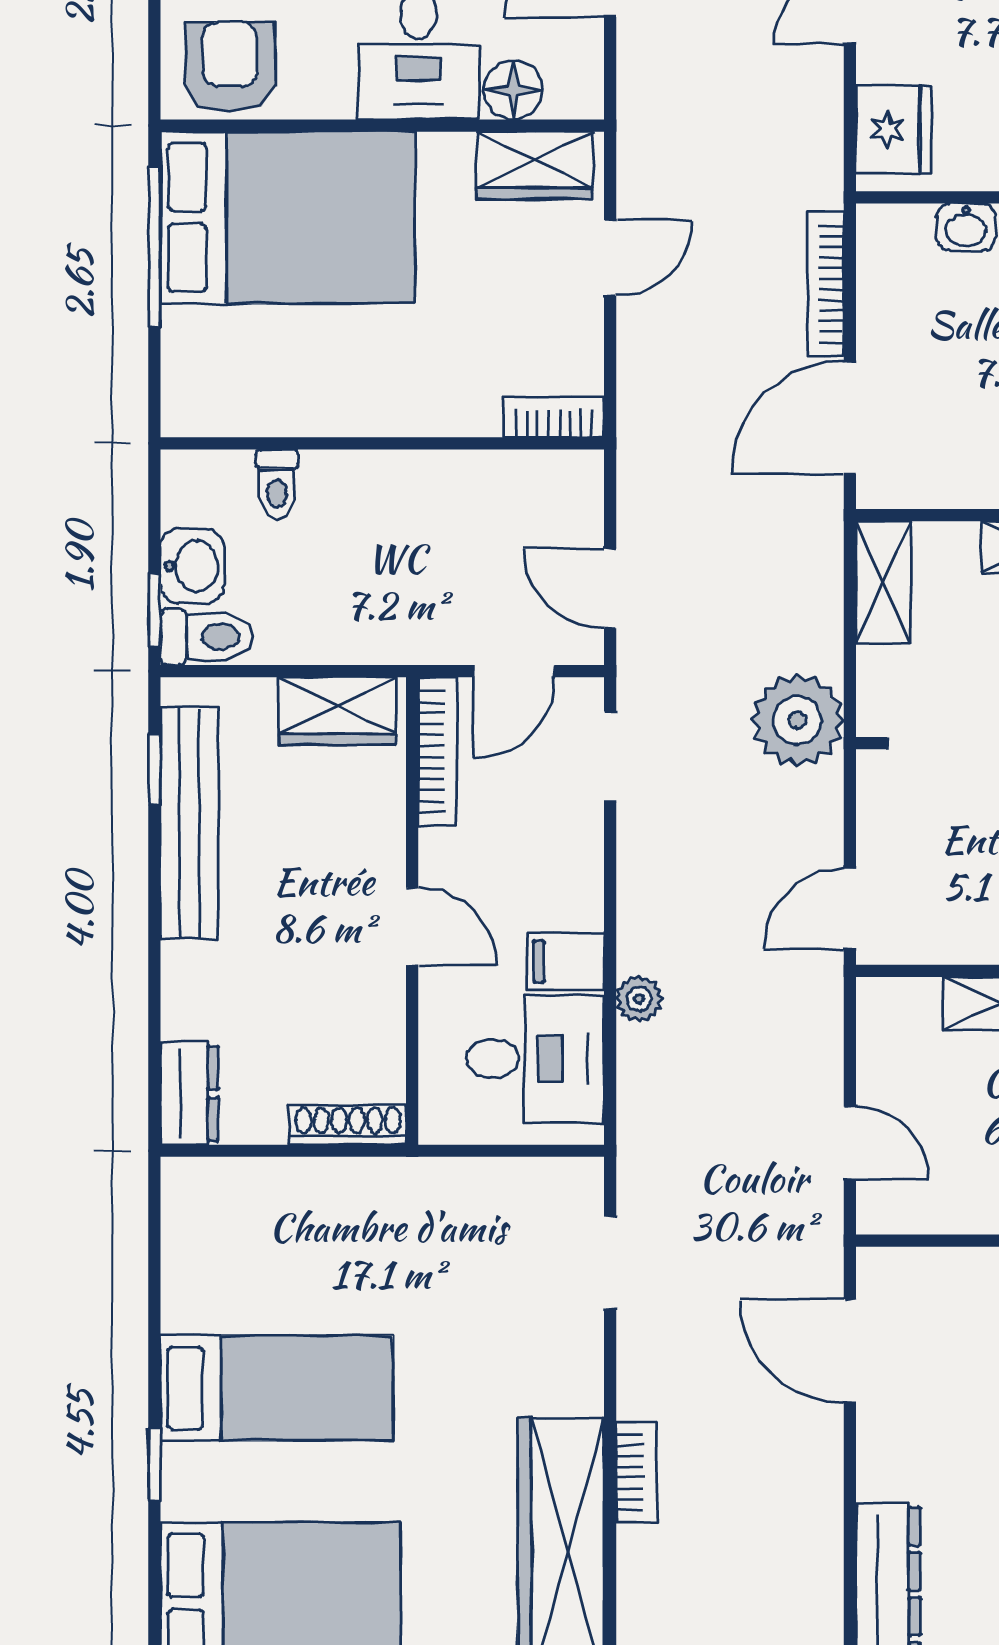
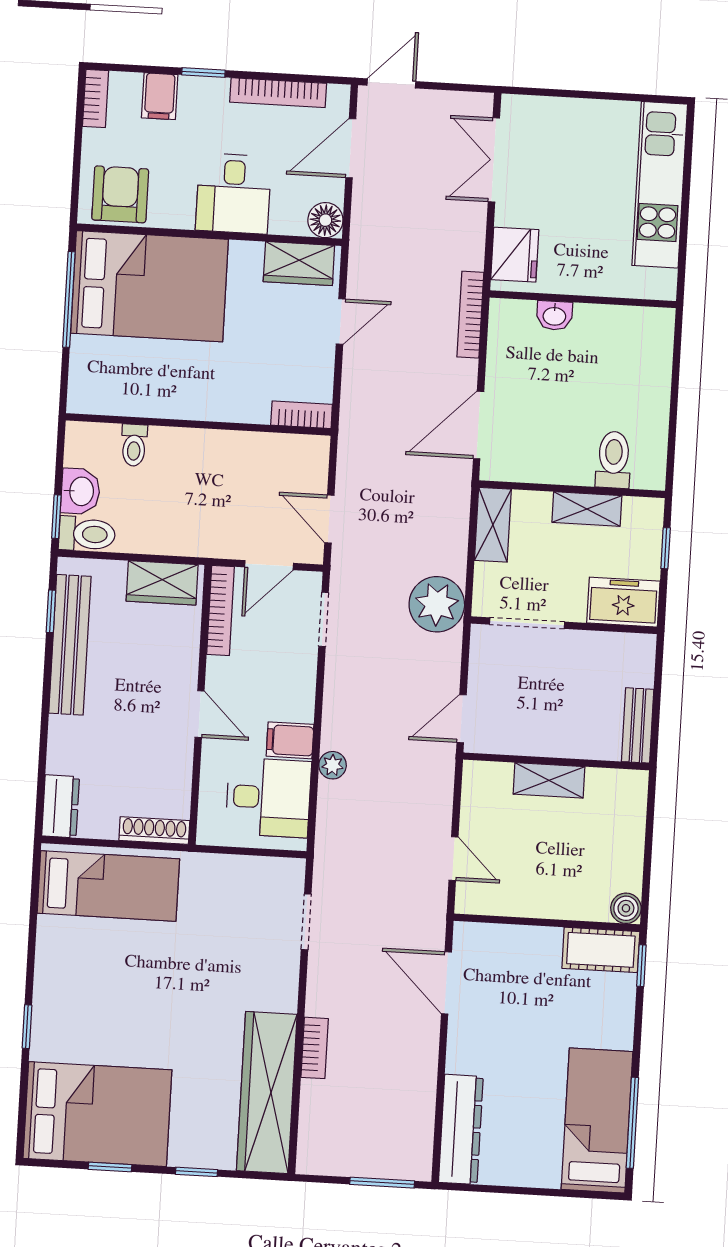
floor lamp: (513, 90) -> (325, 220), moved
bookcase: (825, 284) -> (470, 315), moved
bed: (277, 1388) -> (108, 886), moved

